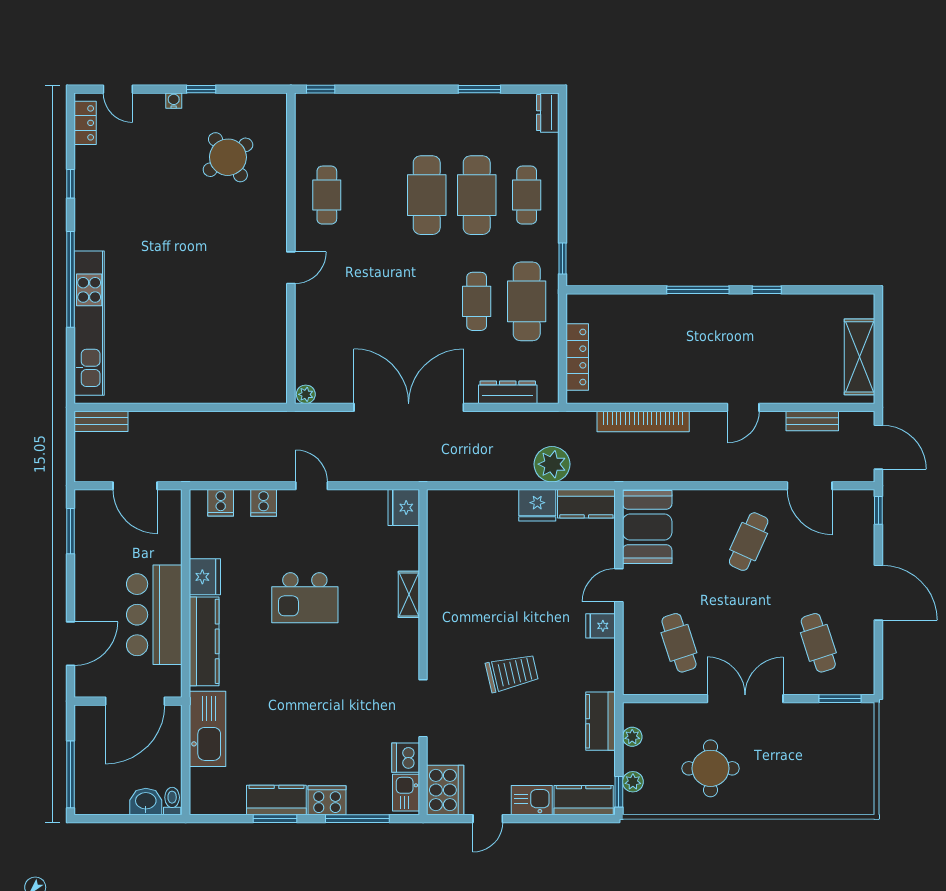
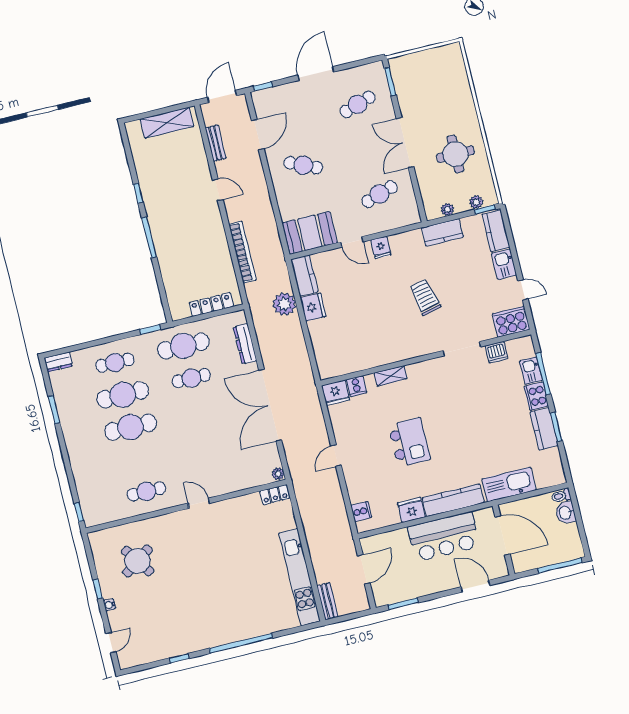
locker: (85, 123) -> (275, 495), moved, turned 180
kitchen unit: (89, 323) -> (299, 577), moved, turned -90
cooker: (264, 503) -> (356, 386), moved, turned 90
kitchen sink: (406, 793) -> (531, 371), moved, turned 90

